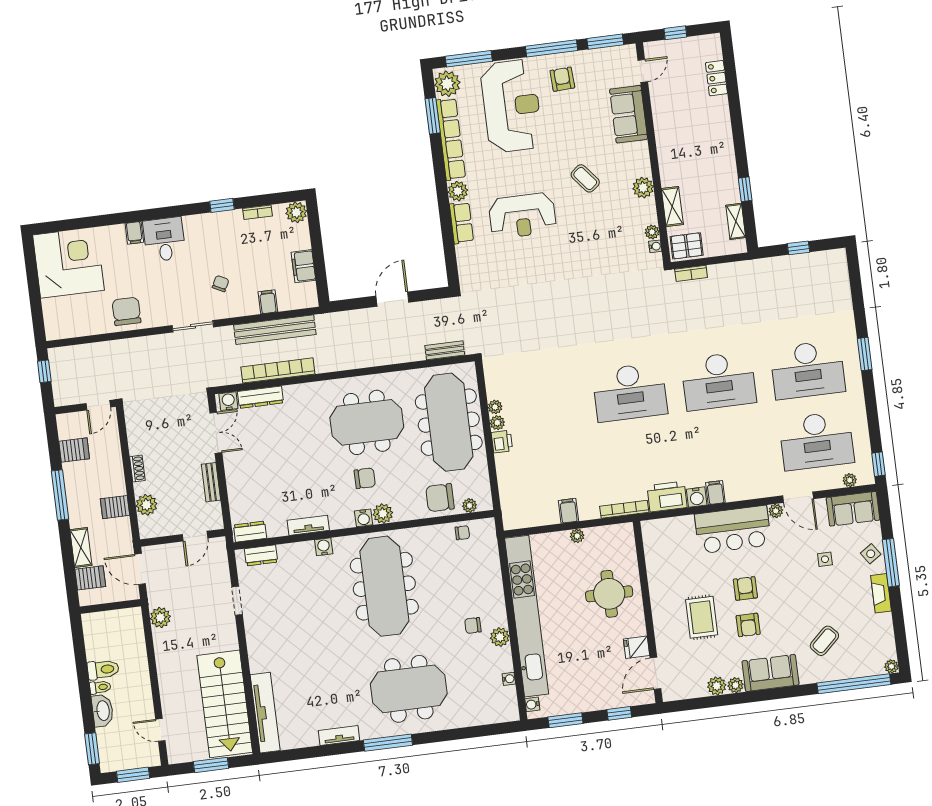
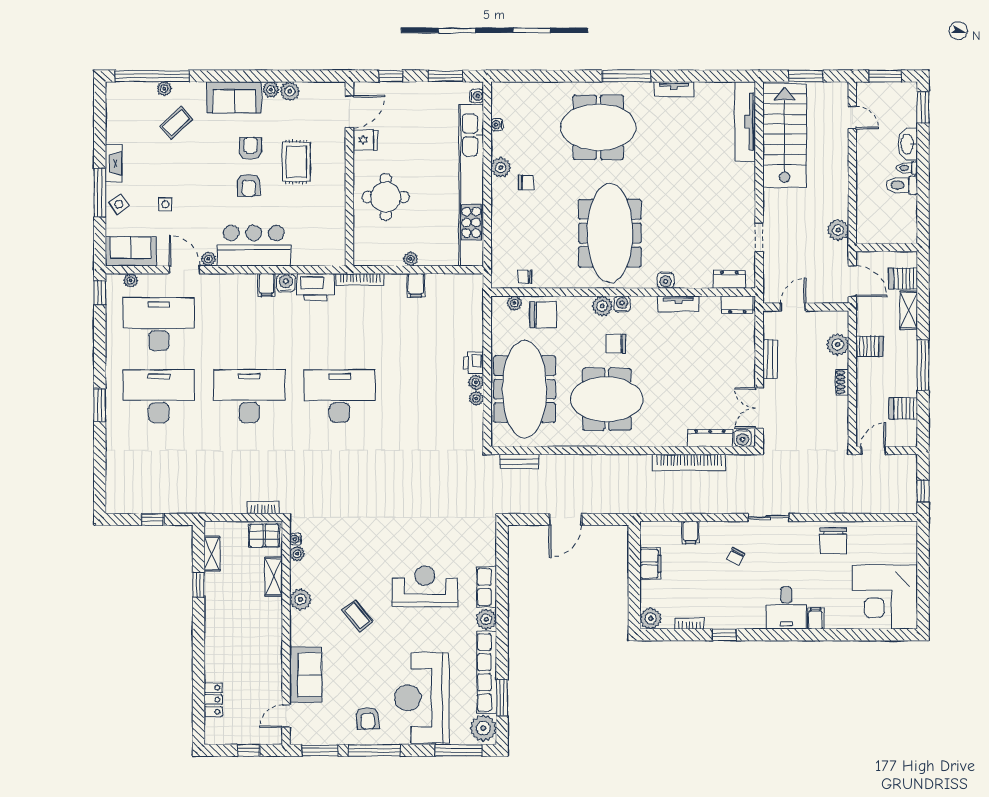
bench: (275, 330) -> (687, 504), removed
plant: (891, 666) -> (164, 89), moved

